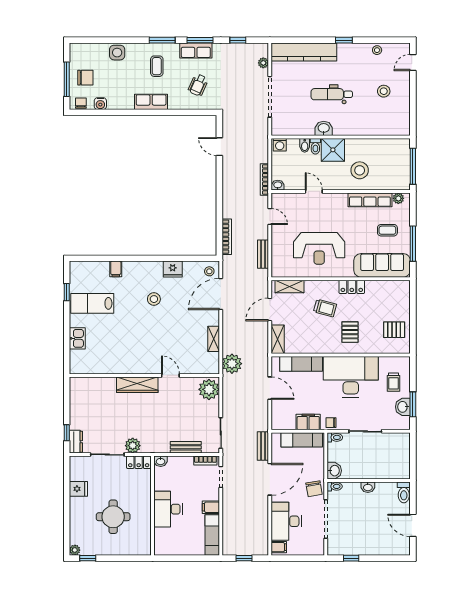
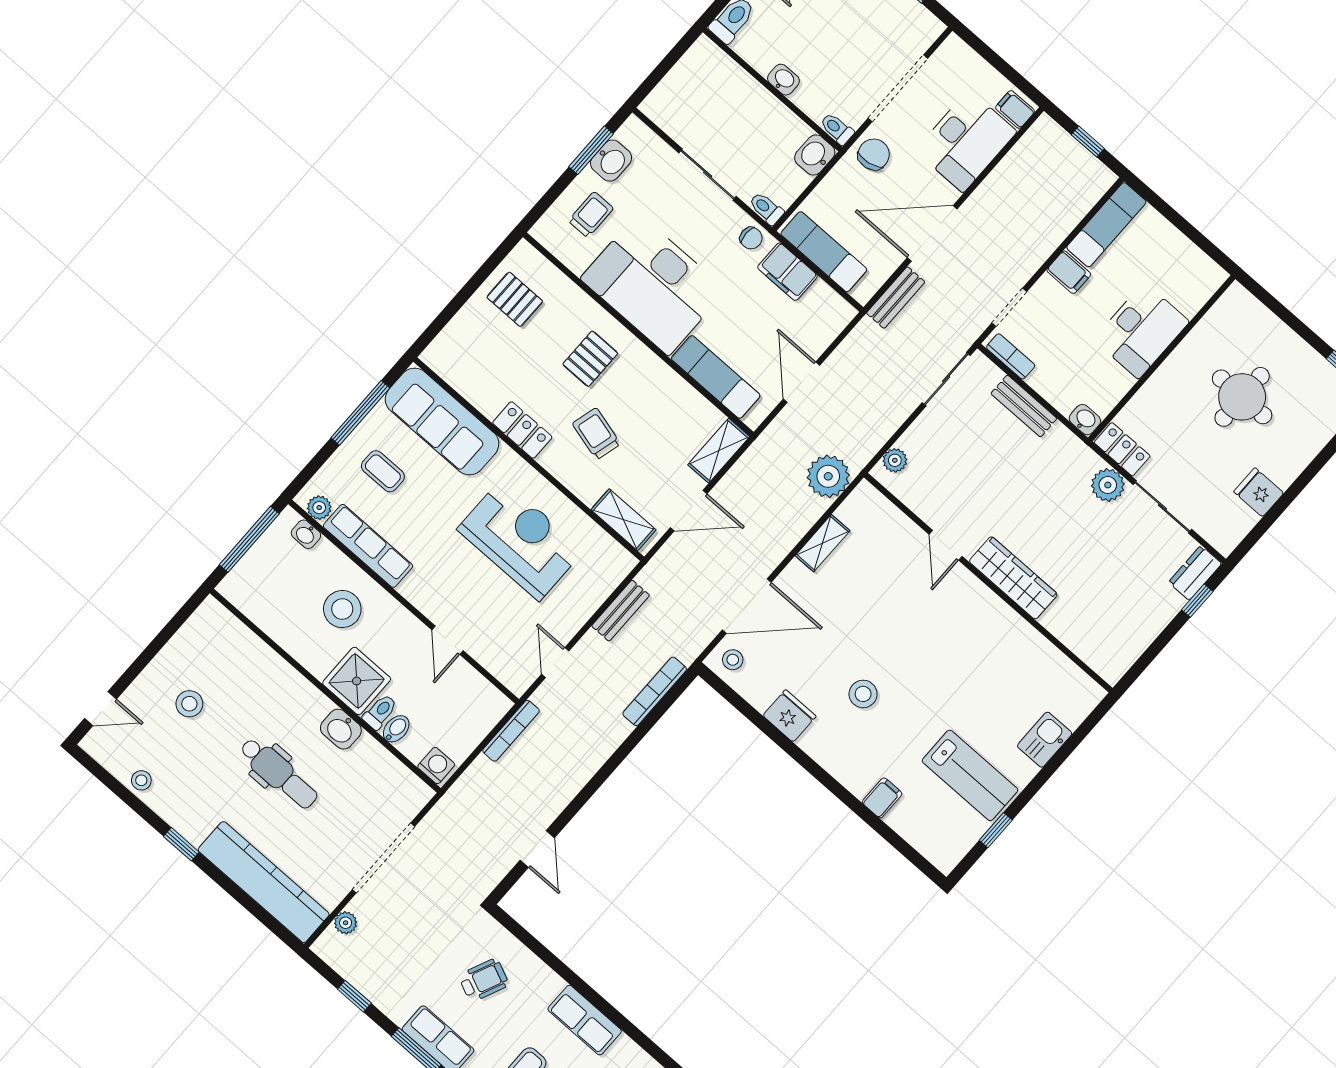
washbasin: (278, 185) -> (306, 534), moved
plant: (209, 389) -> (895, 460), width x0.53, depth x0.53

